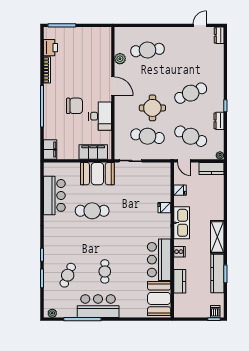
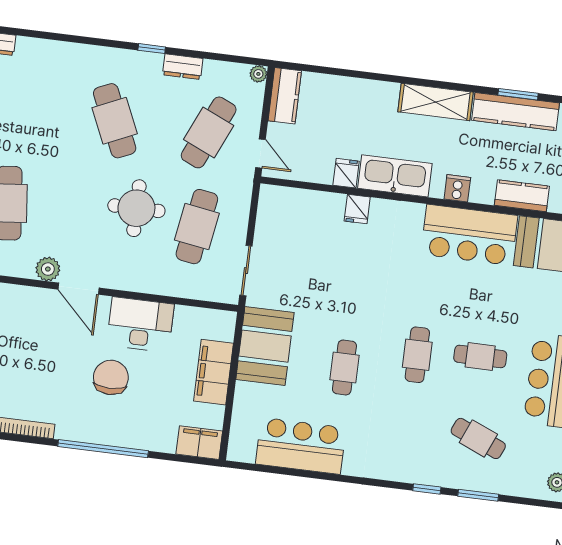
plant: (120, 59) -> (48, 269), moved
door: (113, 86) -> (78, 289), swing flipped
filing cabinet: (93, 152) -> (214, 372), moved
door: (184, 161) -> (261, 153), hinge flipped
fridge: (180, 190) -> (346, 173), moved
cafe table: (92, 211) -> (344, 367), width x0.73, depth x0.74
cafe table: (102, 243) -> (417, 355), added

